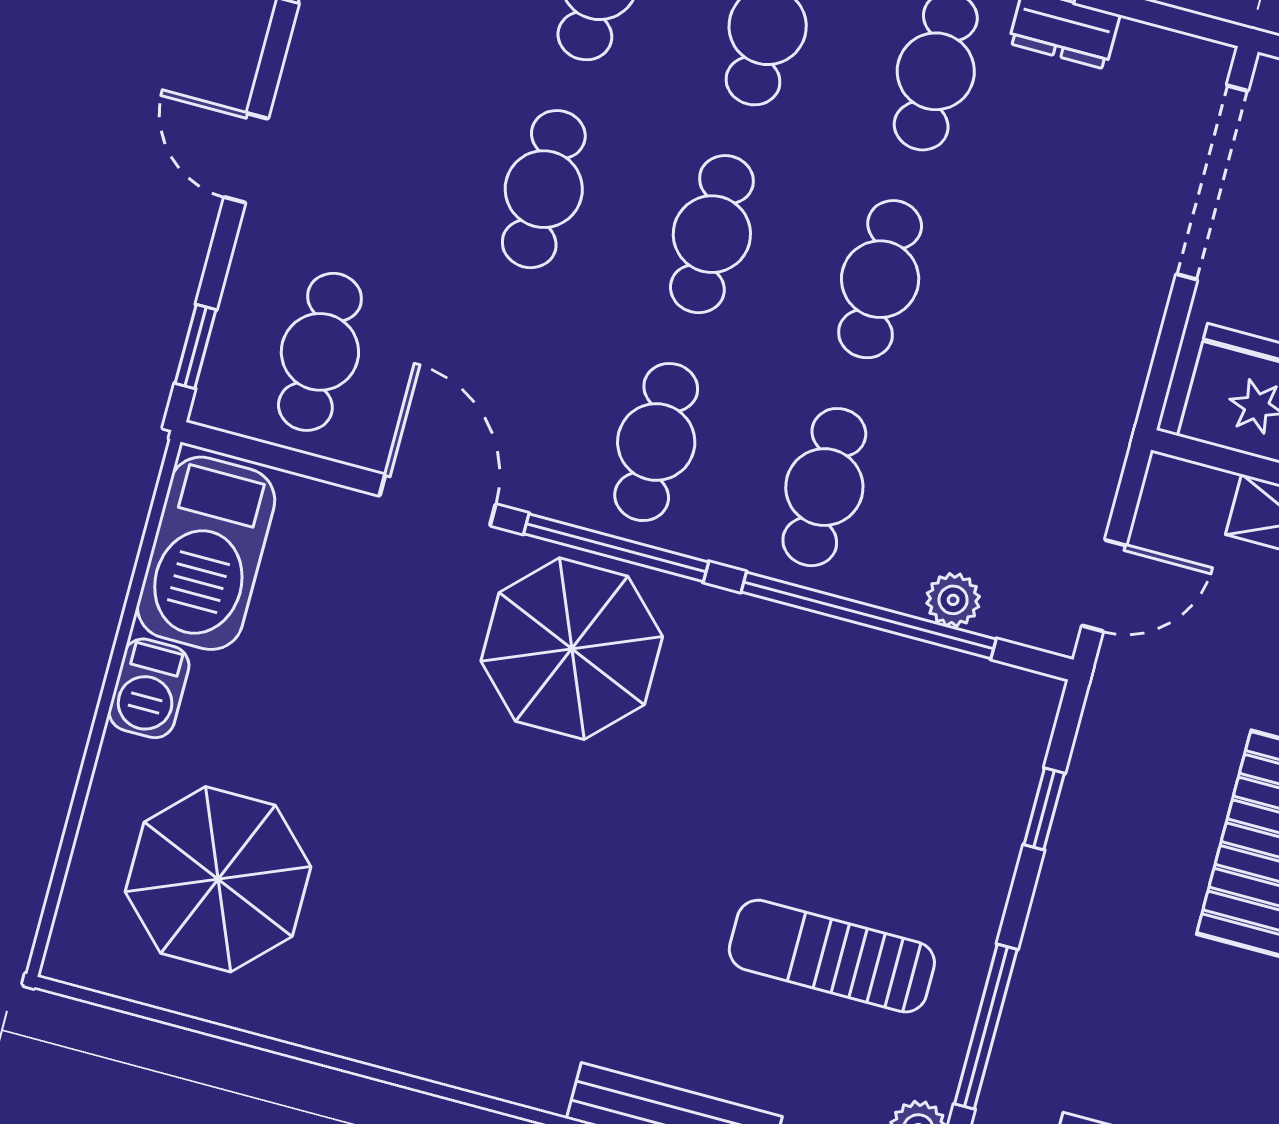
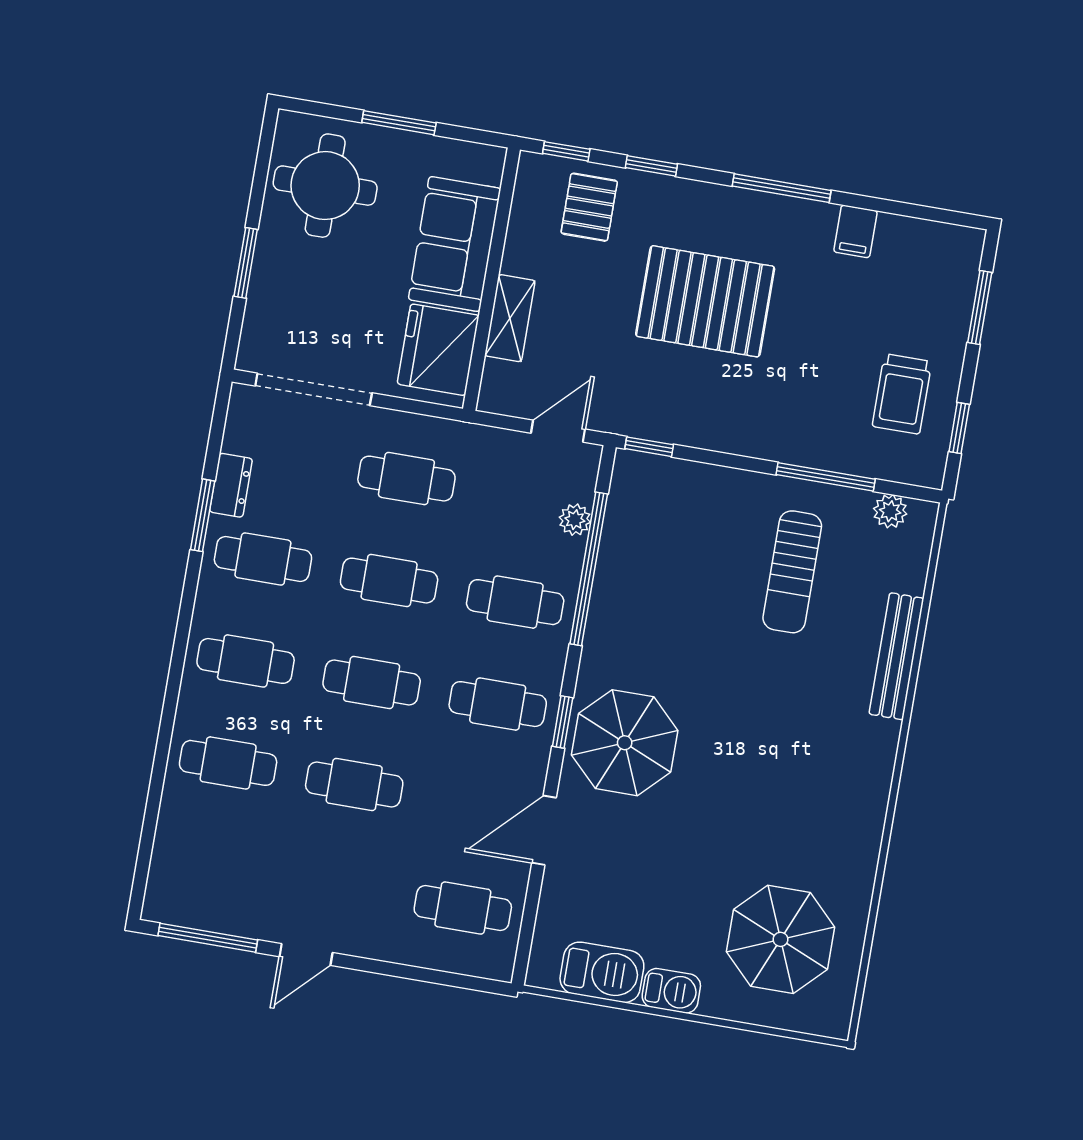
door: (246, 158) -> (306, 955), moved
cafe table: (1048, 324) -> (406, 479), added
window: (196, 346) -> (466, 982), removed
window: (616, 548) -> (563, 722), width x0.46
barbecue: (206, 553) -> (602, 972), width x0.73, depth x0.83
door: (1104, 585) -> (558, 431), hinge flipped
window: (1044, 809) -> (649, 447), moved

